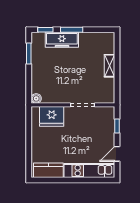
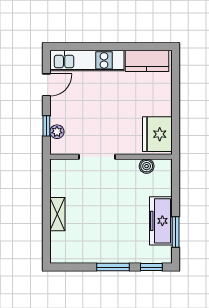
freezer: (62, 40) -> (161, 221), moved, turned -90
boiler: (36, 98) -> (147, 166), moved
fridge: (52, 116) -> (157, 134), moved, turned -90
plant: (110, 122) -> (57, 132), added

